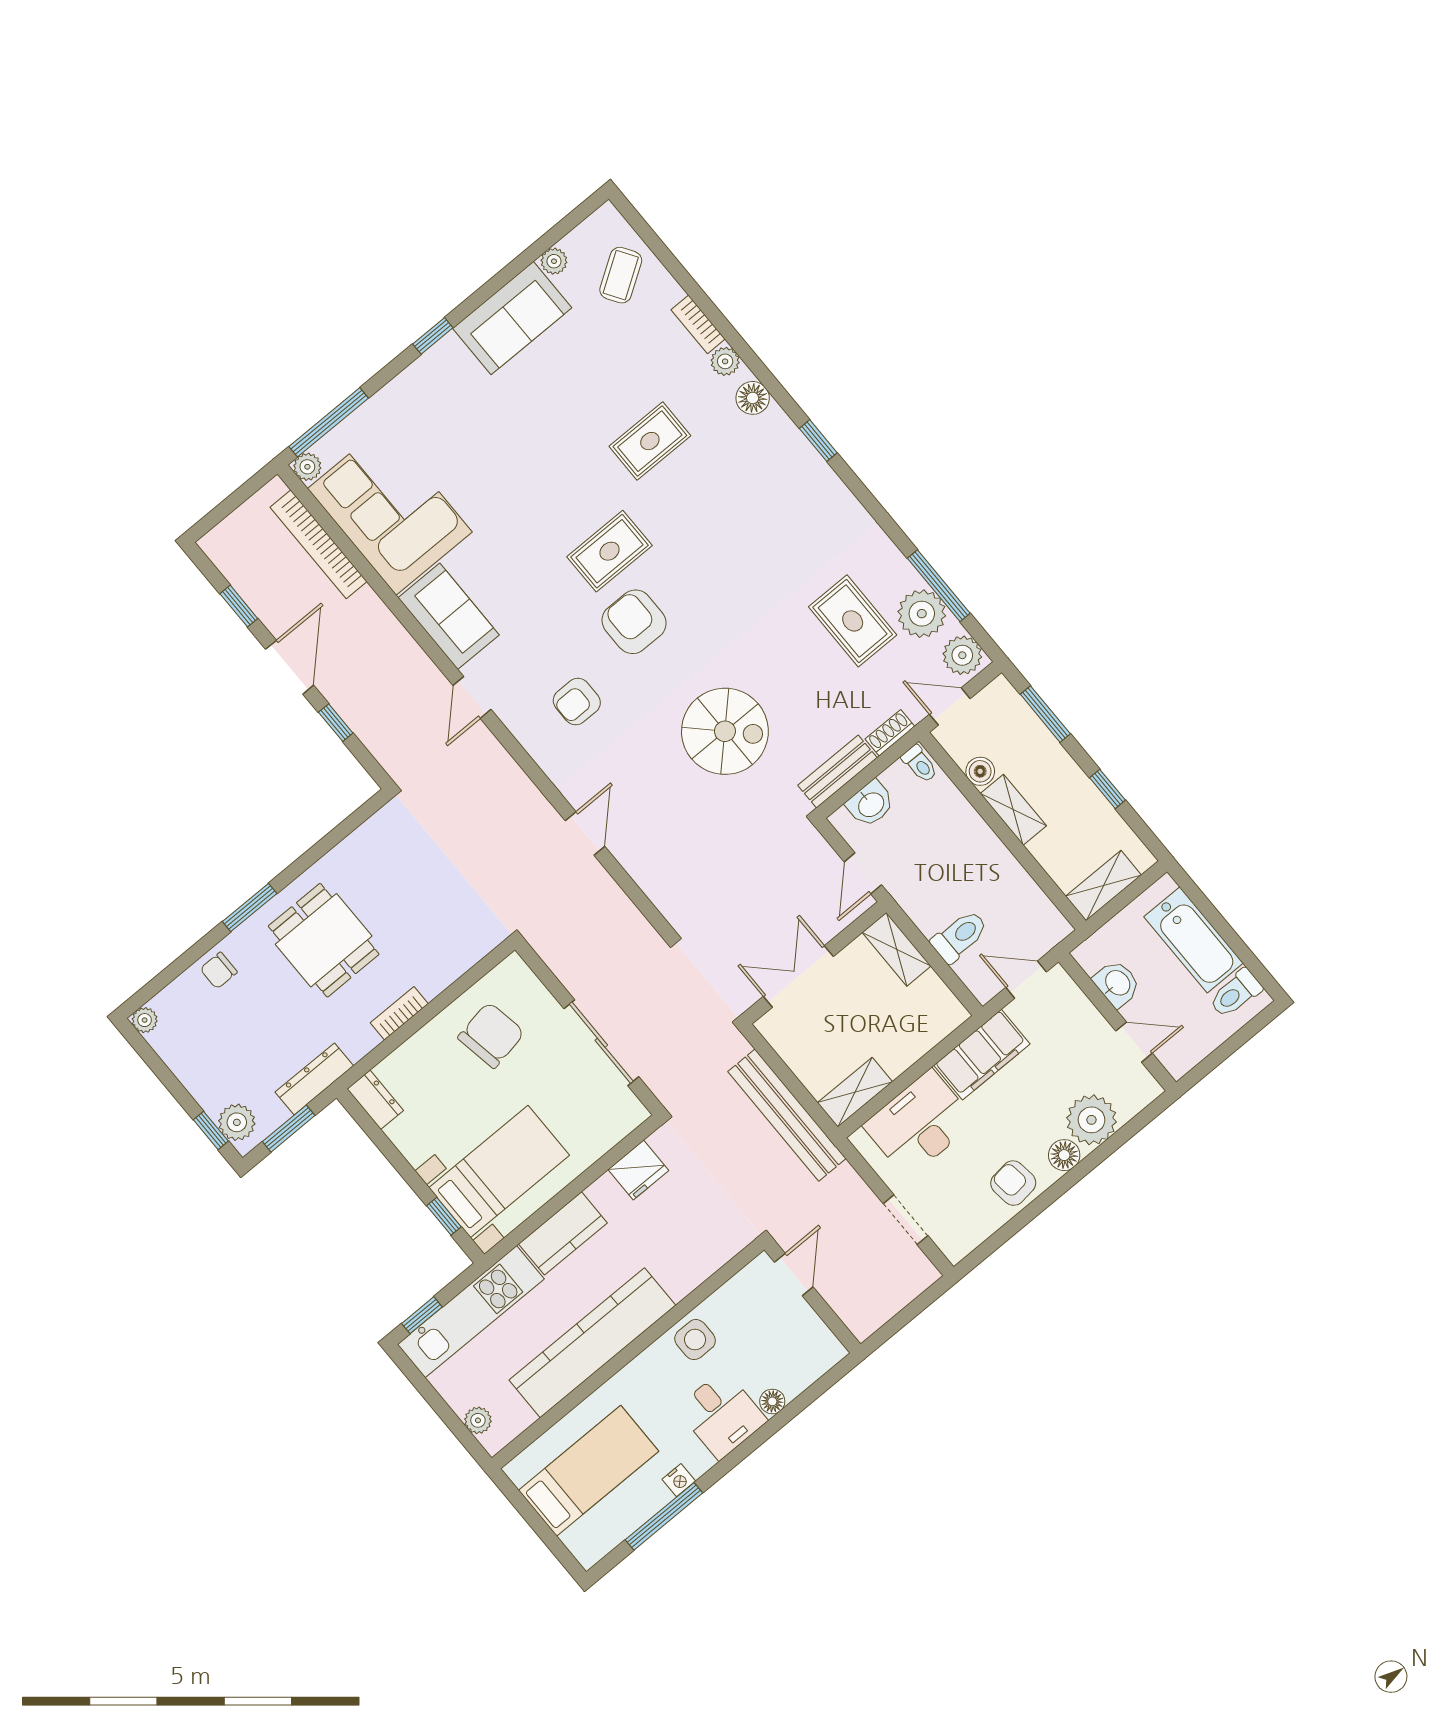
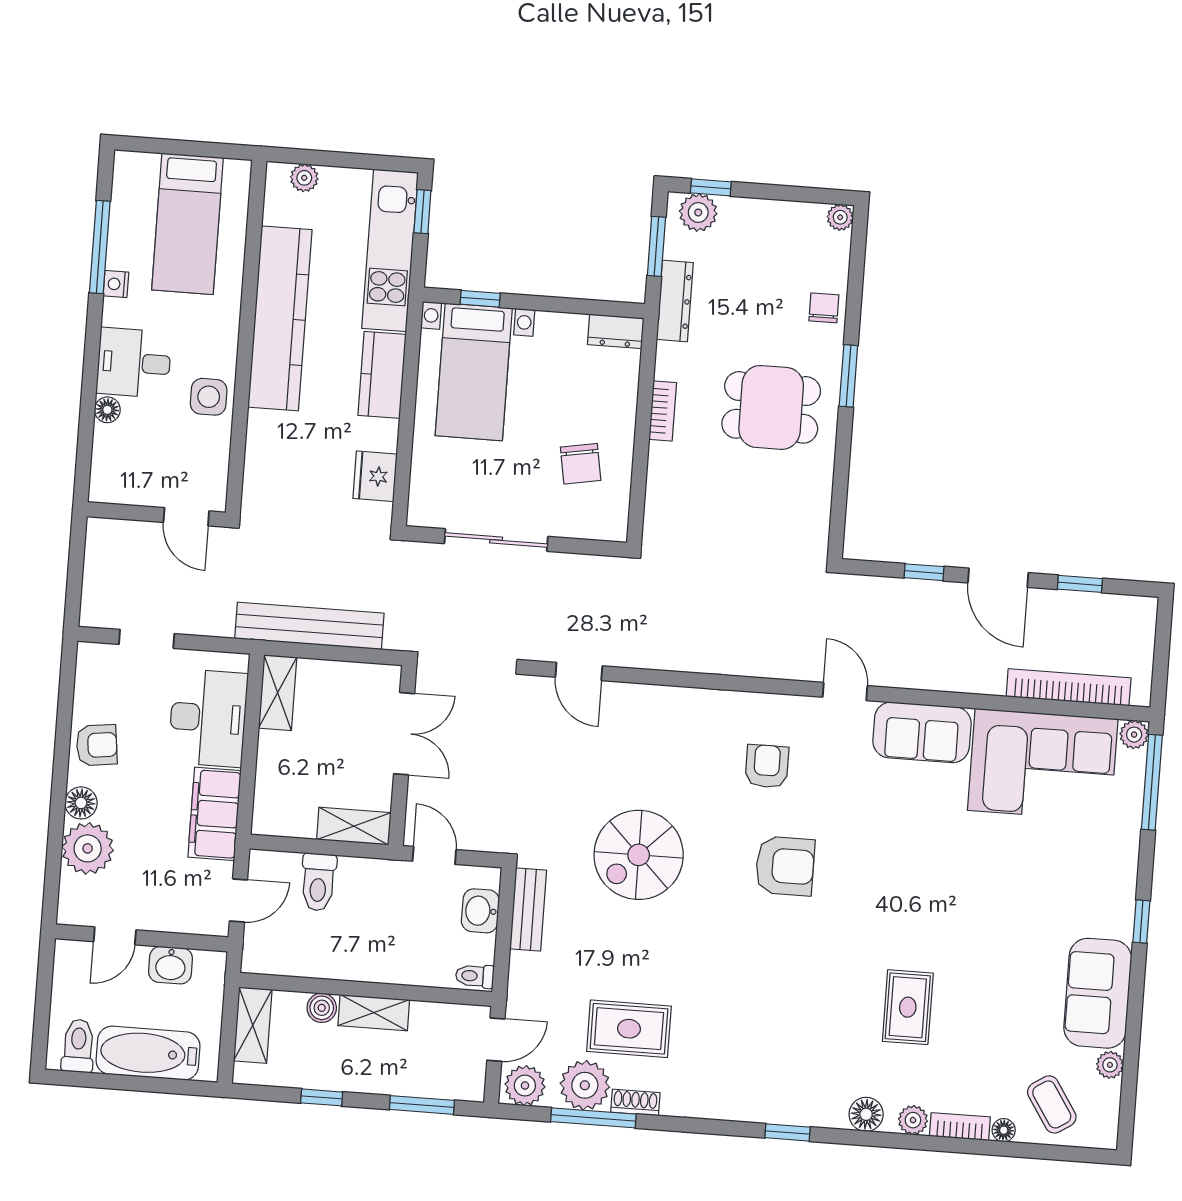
floor lamp: (671, 291) -> (1004, 1130), added
rug: (610, 551) -> (855, 898), removed
shoe rack: (890, 733) -> (635, 1102), moved, turned -90
boiler: (980, 771) -> (322, 1008), moved
door: (585, 834) -> (579, 671), moved
chair: (491, 1035) -> (581, 464), width x0.73, depth x0.73

